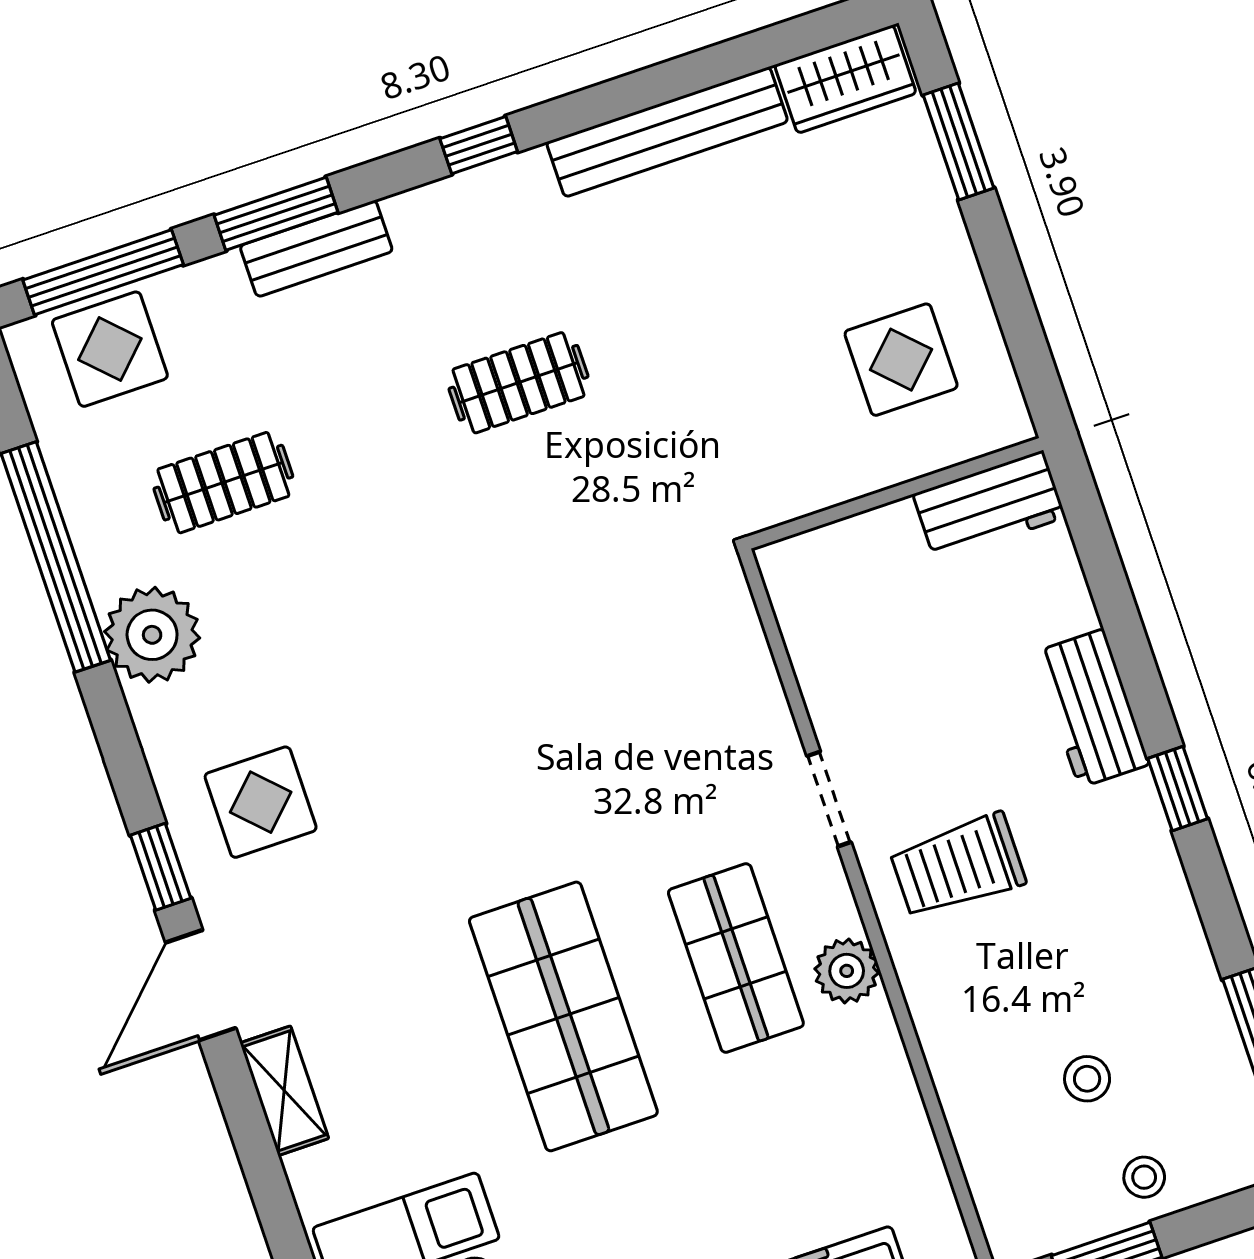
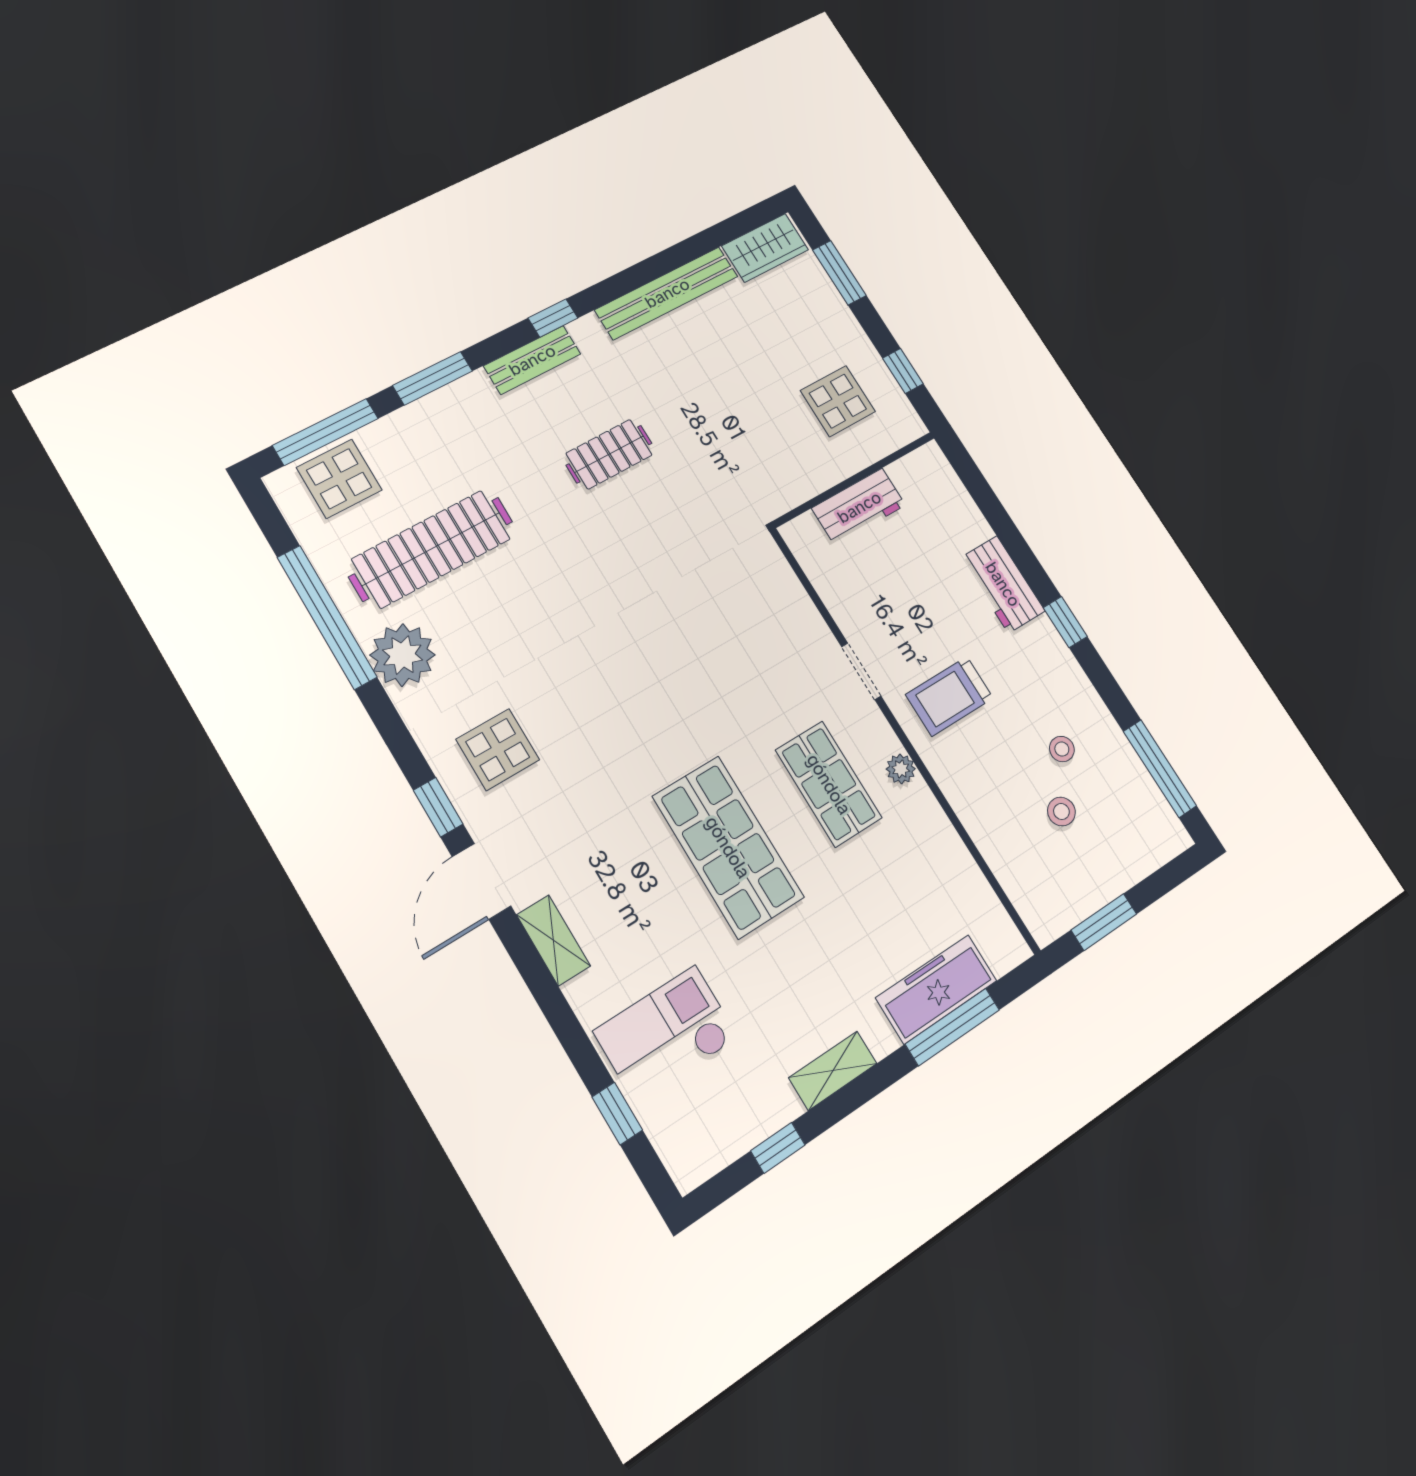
bench: (316, 249) -> (532, 360), moved
window: (1021, 327) -> (903, 371), added
clothes rail: (223, 483) -> (431, 549), width x1.86, depth x1.31
workbench: (989, 506) -> (859, 507), moved
plant: (847, 971) -> (901, 769), width x0.73, depth x0.73
stool: (1144, 1177) -> (1062, 749), moved

